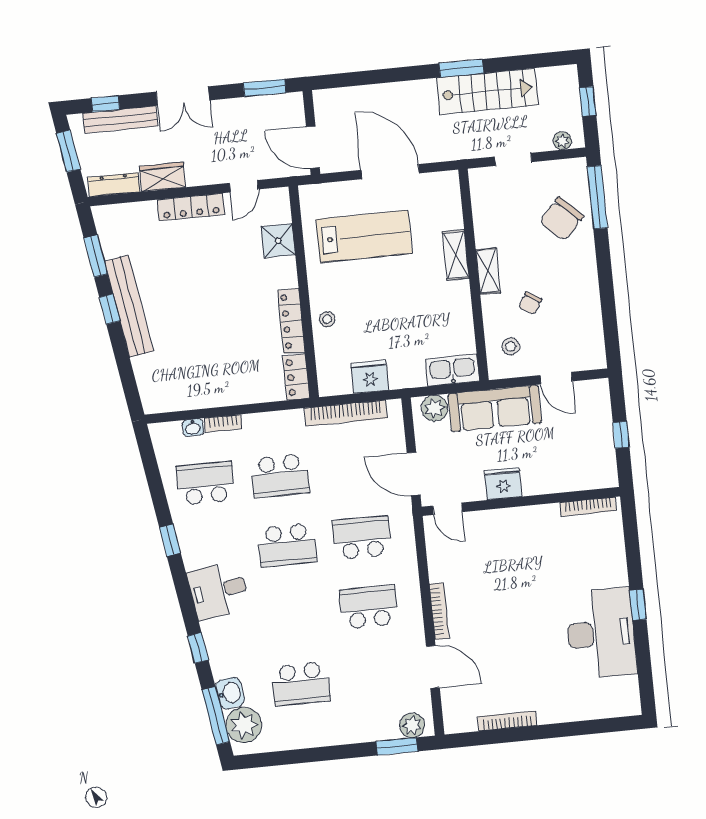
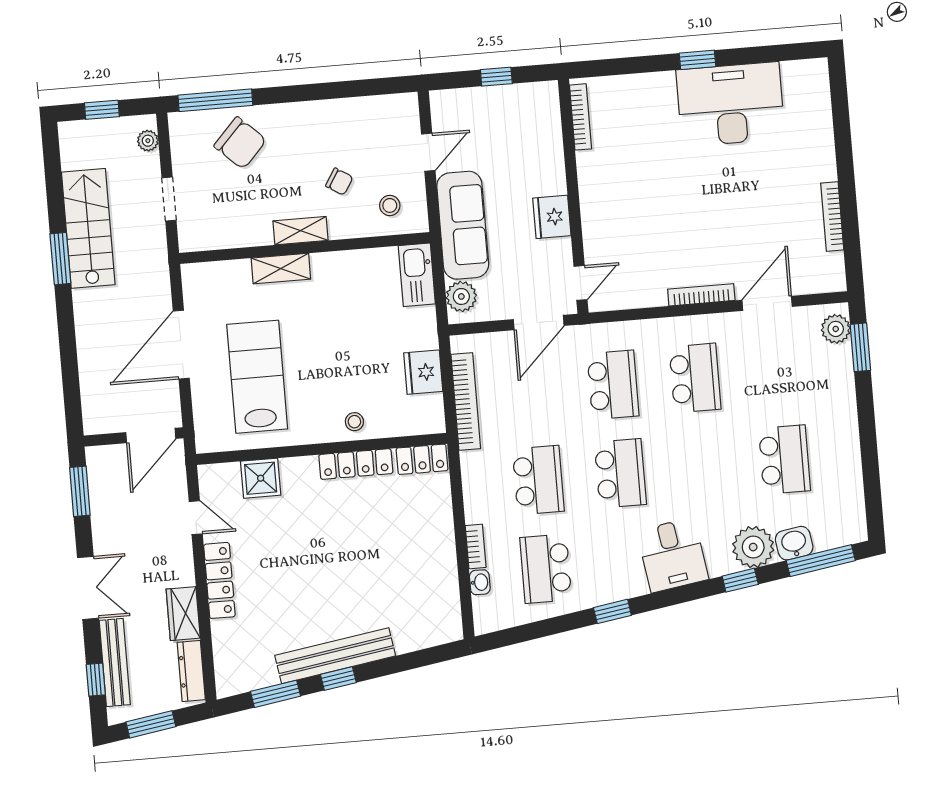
school desk: (362, 538) -> (613, 385), turned 180
school desk: (369, 607) -> (695, 378), turned 180
plant: (244, 725) -> (753, 547), moved

